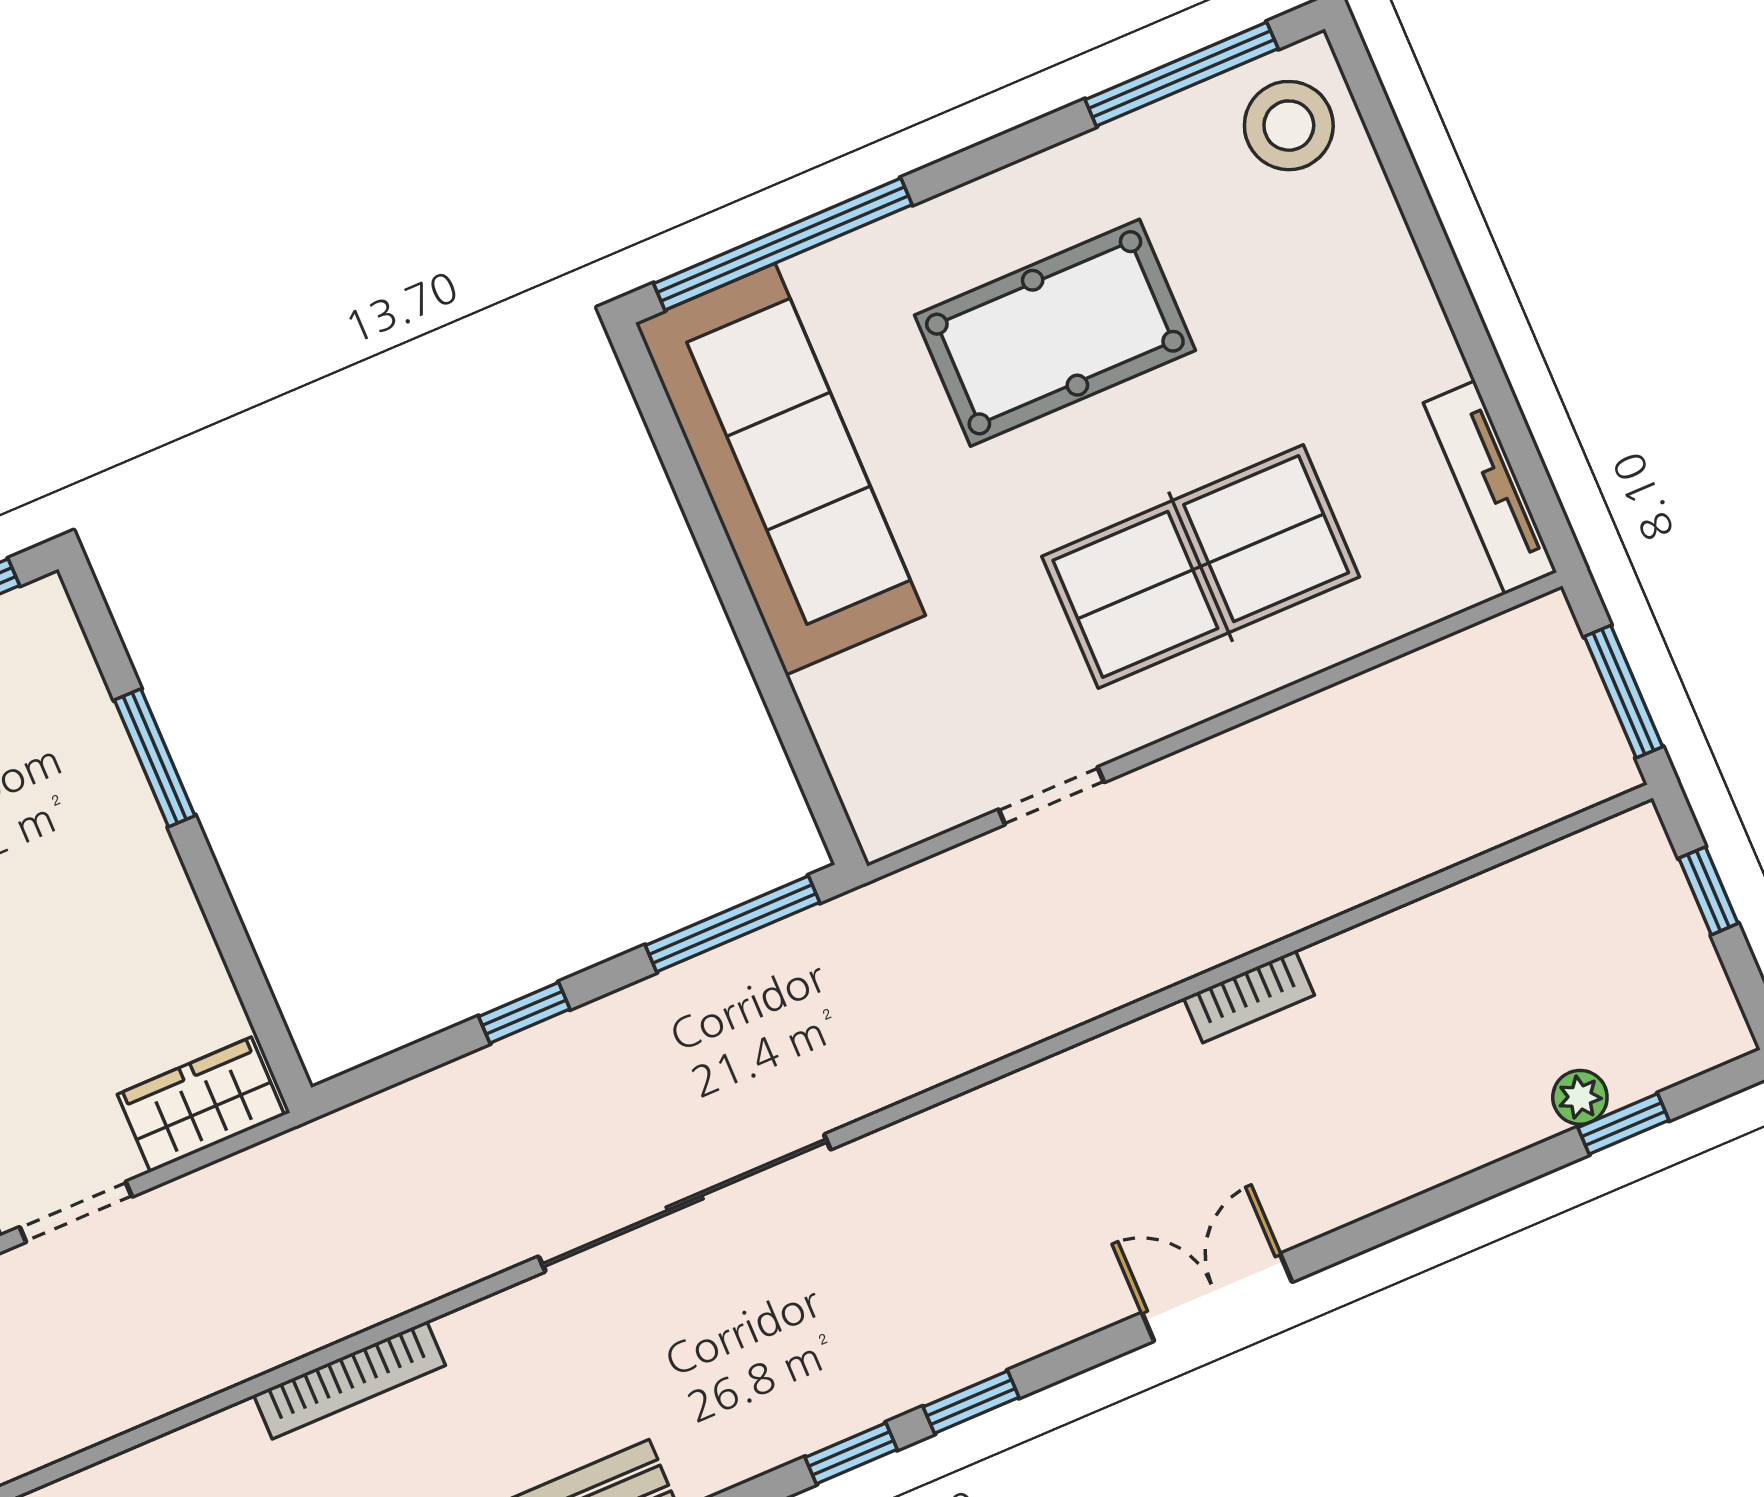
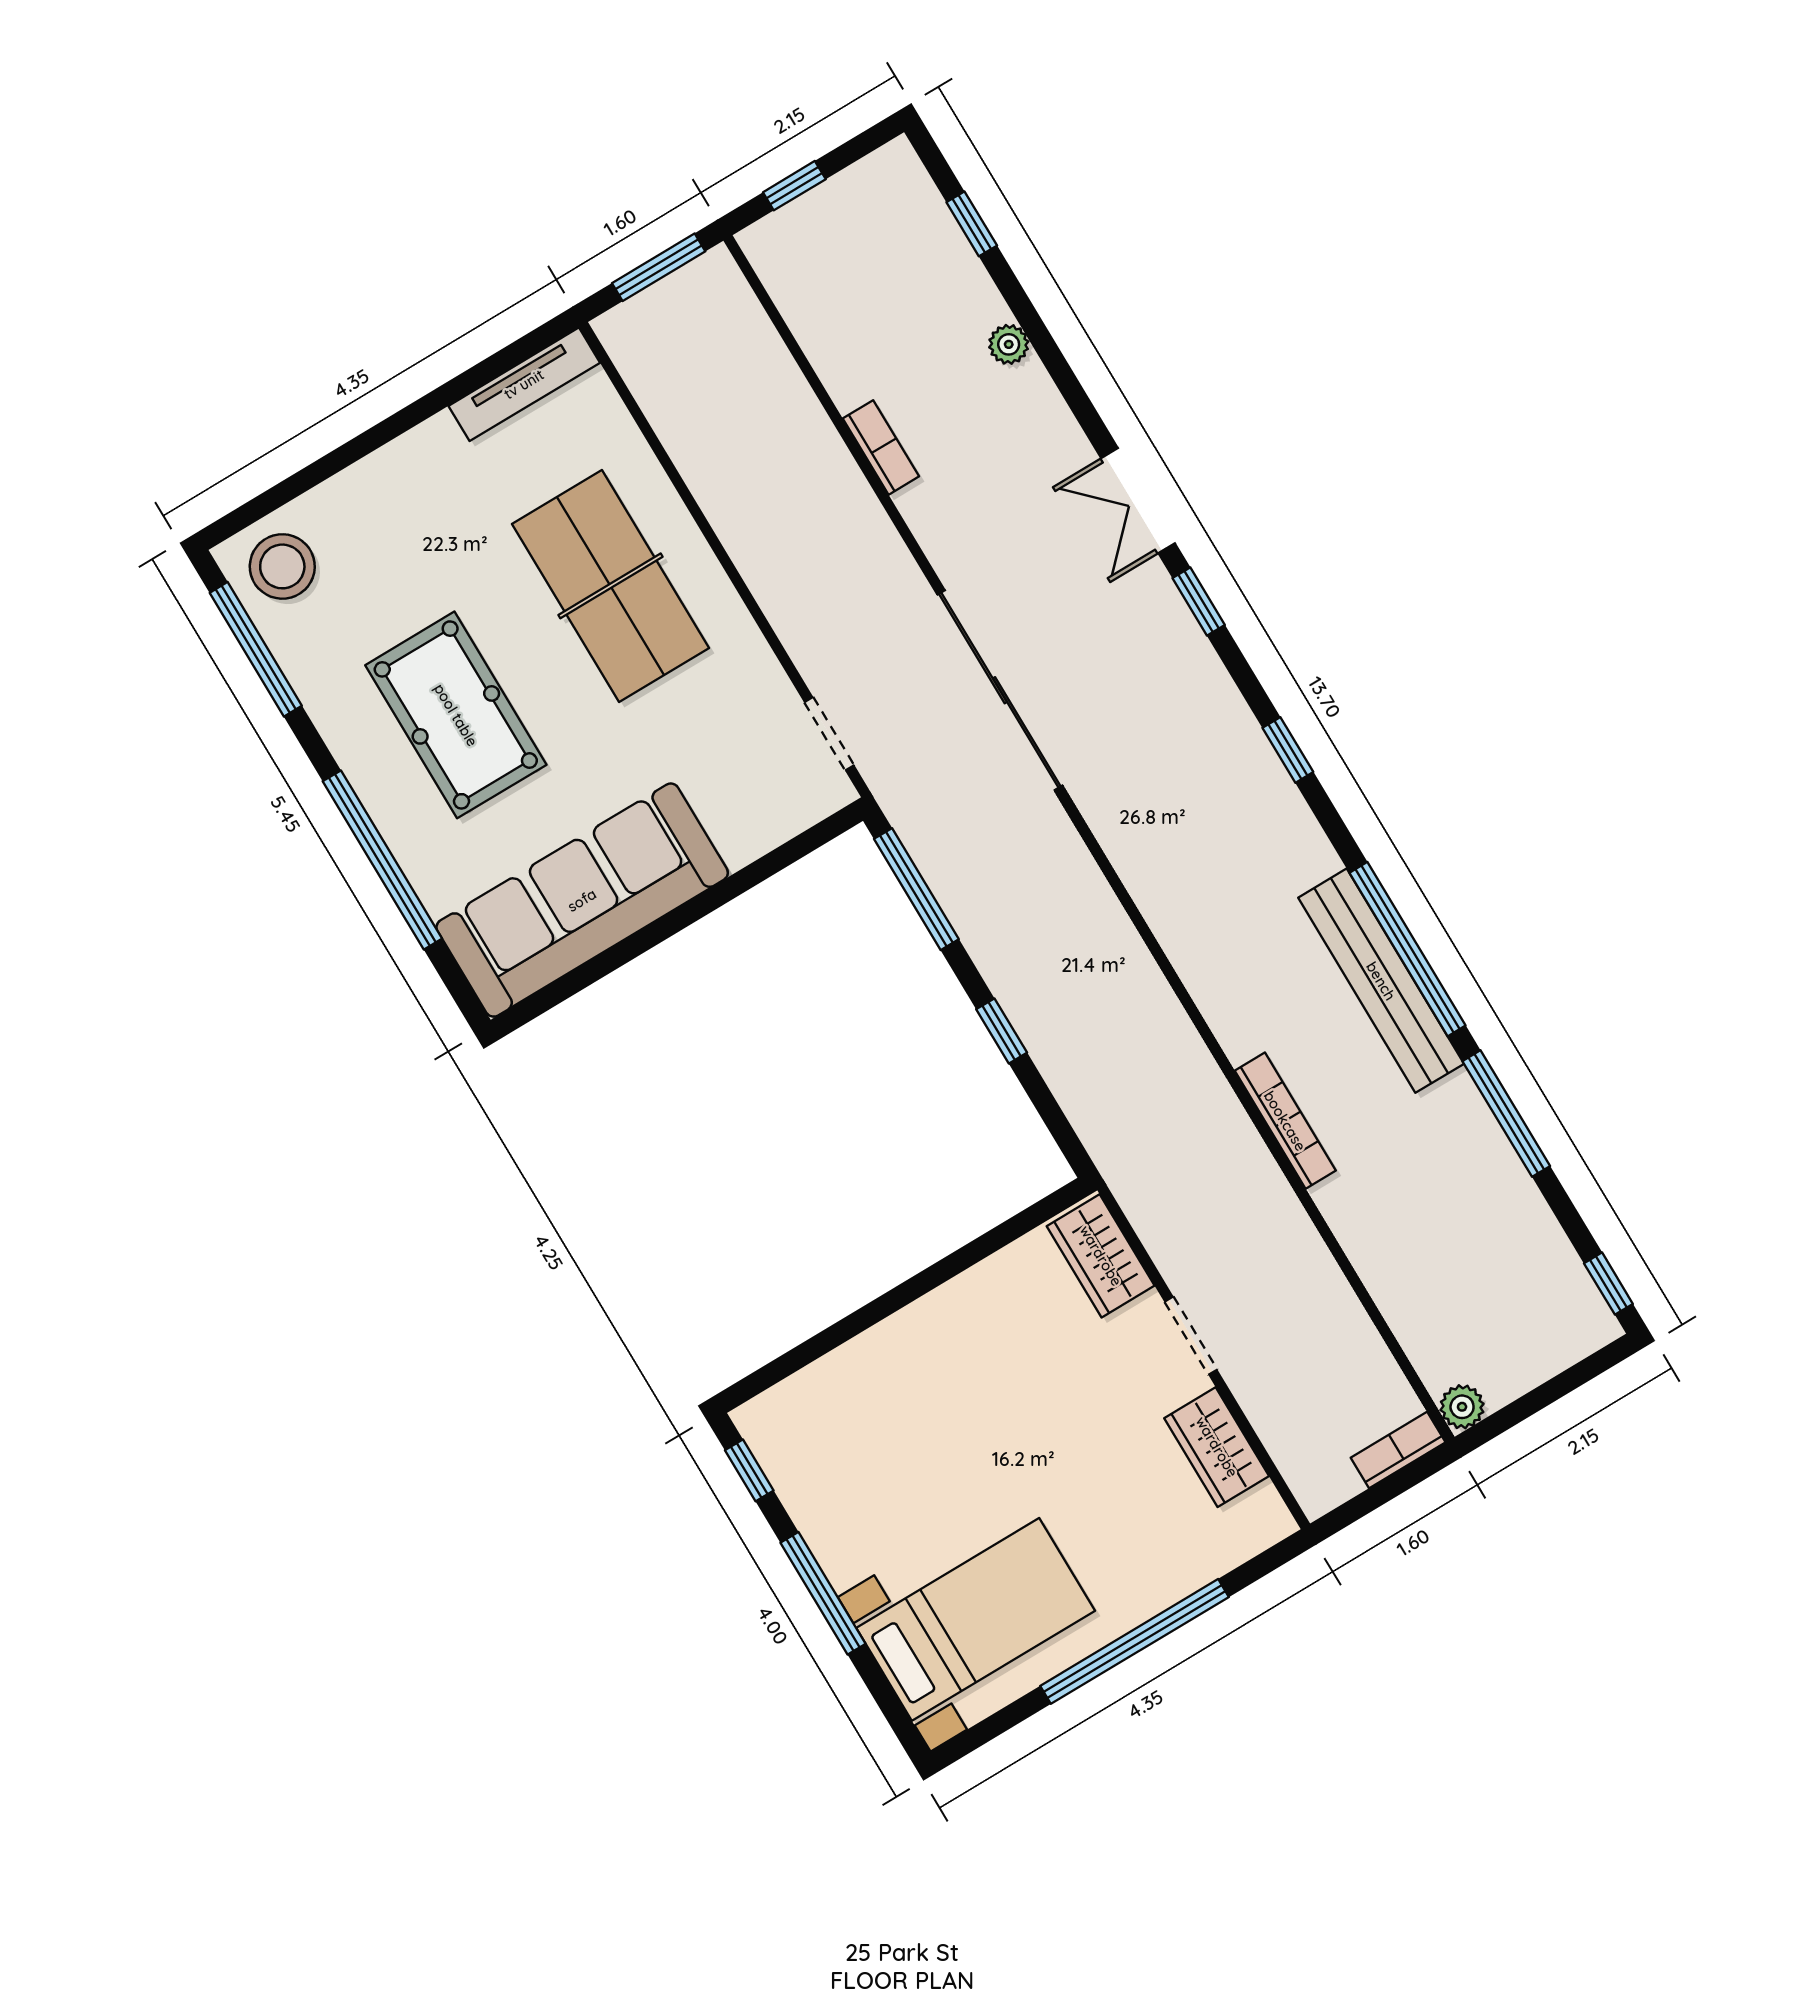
window: (783, 244) -> (382, 860), moved
window: (155, 758) -> (854, 1324), removed
doorway: (1051, 796) -> (829, 734), moved
bookcase: (1249, 997) -> (881, 447), moved
plant: (1580, 1097) -> (1009, 344), moved
sliding door: (685, 1203) -> (1000, 690), moved
window: (971, 1402) -> (1199, 602), moved

